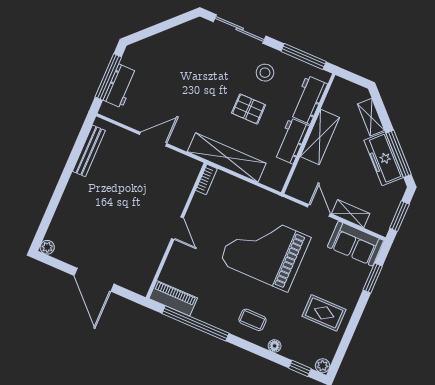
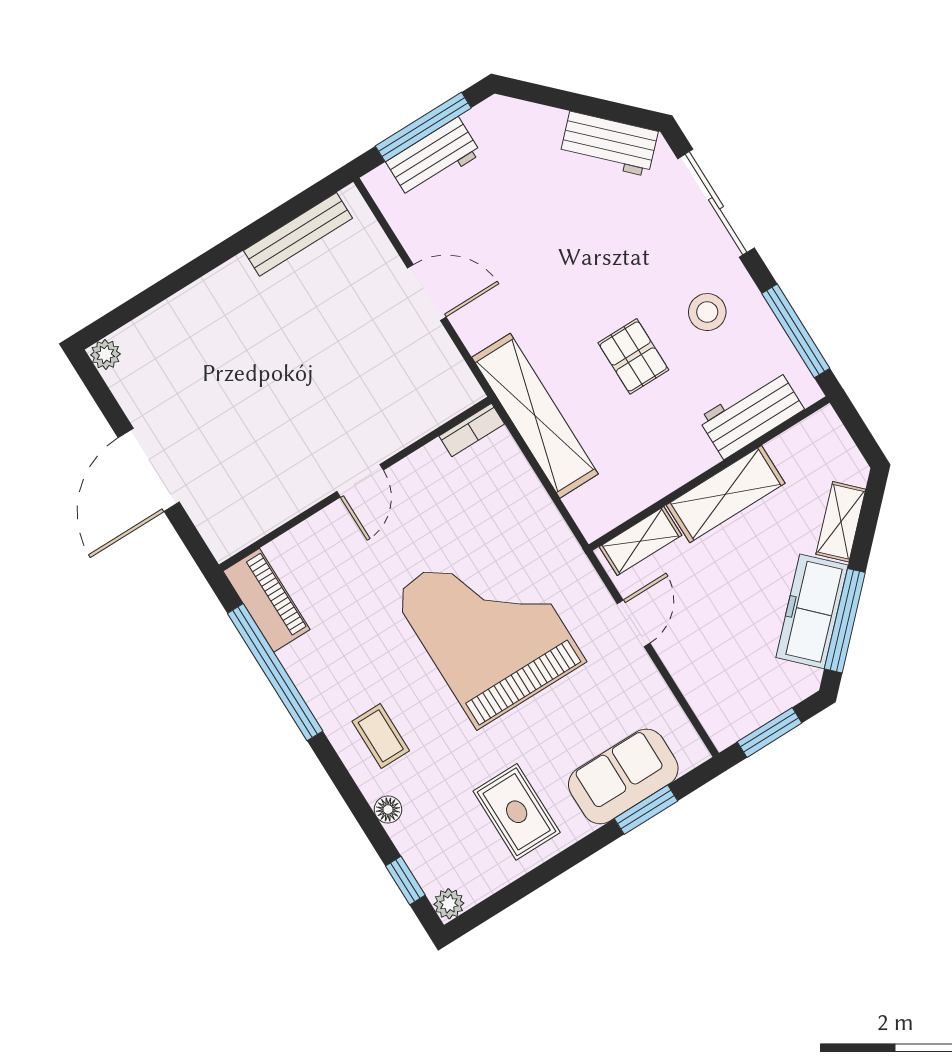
workbench: (291, 141) -> (609, 144), moved, turned -135
shelving: (351, 214) -> (641, 541), moved, turned 90
sofa: (355, 244) -> (623, 776), moved, turned 90

